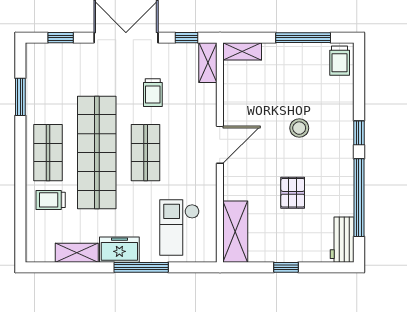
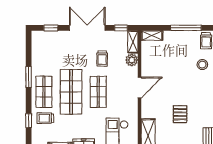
plant: (206, 95) -> (132, 60), added
window: (20, 97) -> (29, 77), moved
stool: (299, 128) -> (202, 65), moved
shop shelf: (97, 153) -> (71, 92), width x0.71
window: (20, 204) -> (29, 121), added

